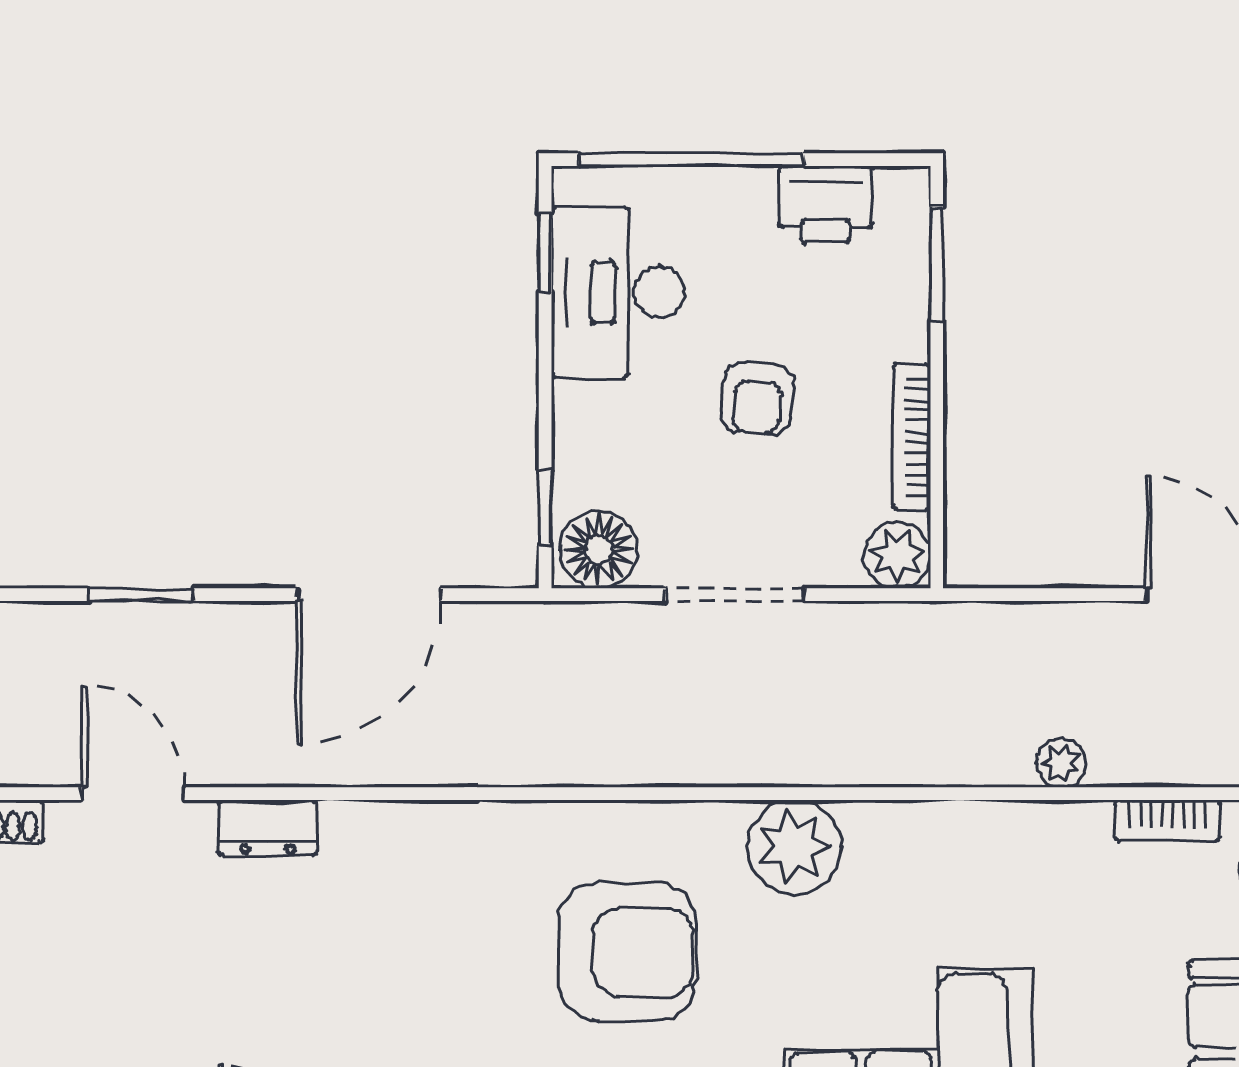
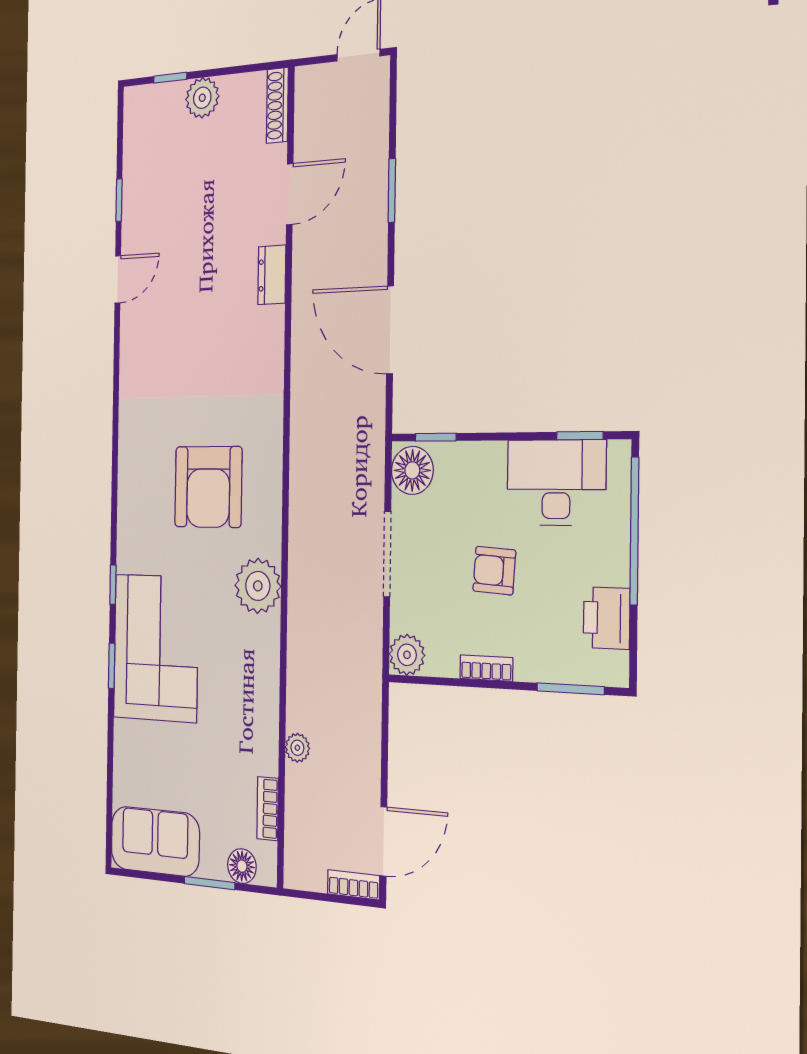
bookcase: (912, 437) -> (486, 668), width x0.64

